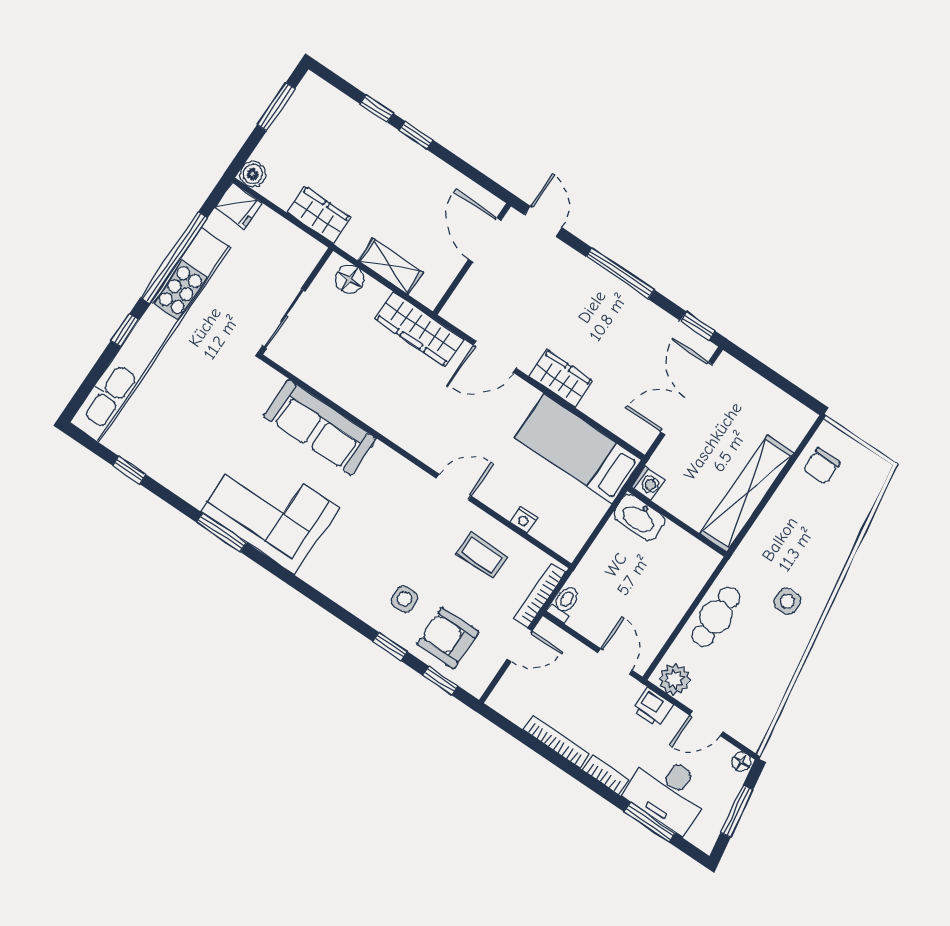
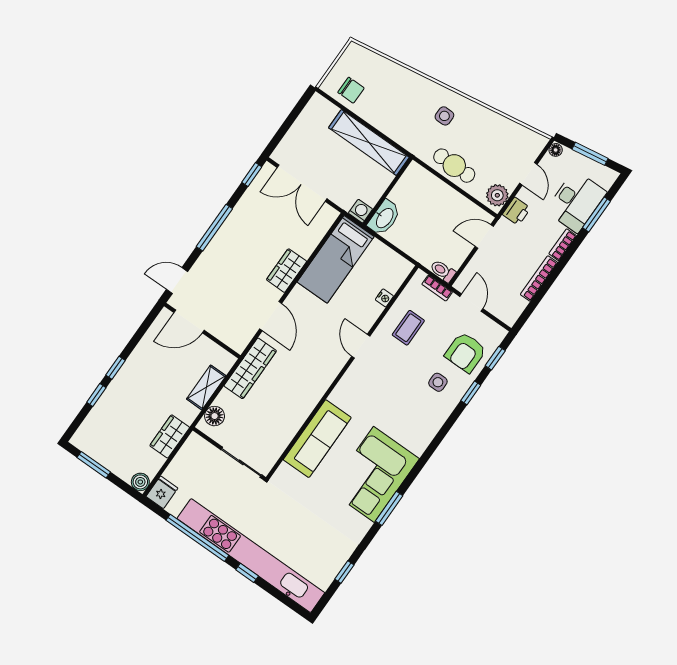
bookcase: (540, 595) -> (437, 288), width x0.64

